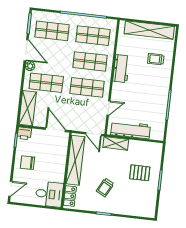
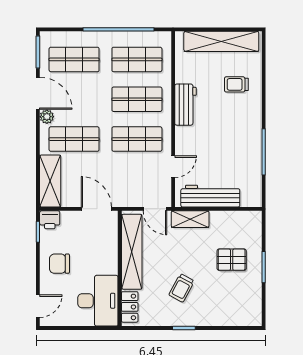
desk: (49, 194) -> (98, 301), width x1.37

